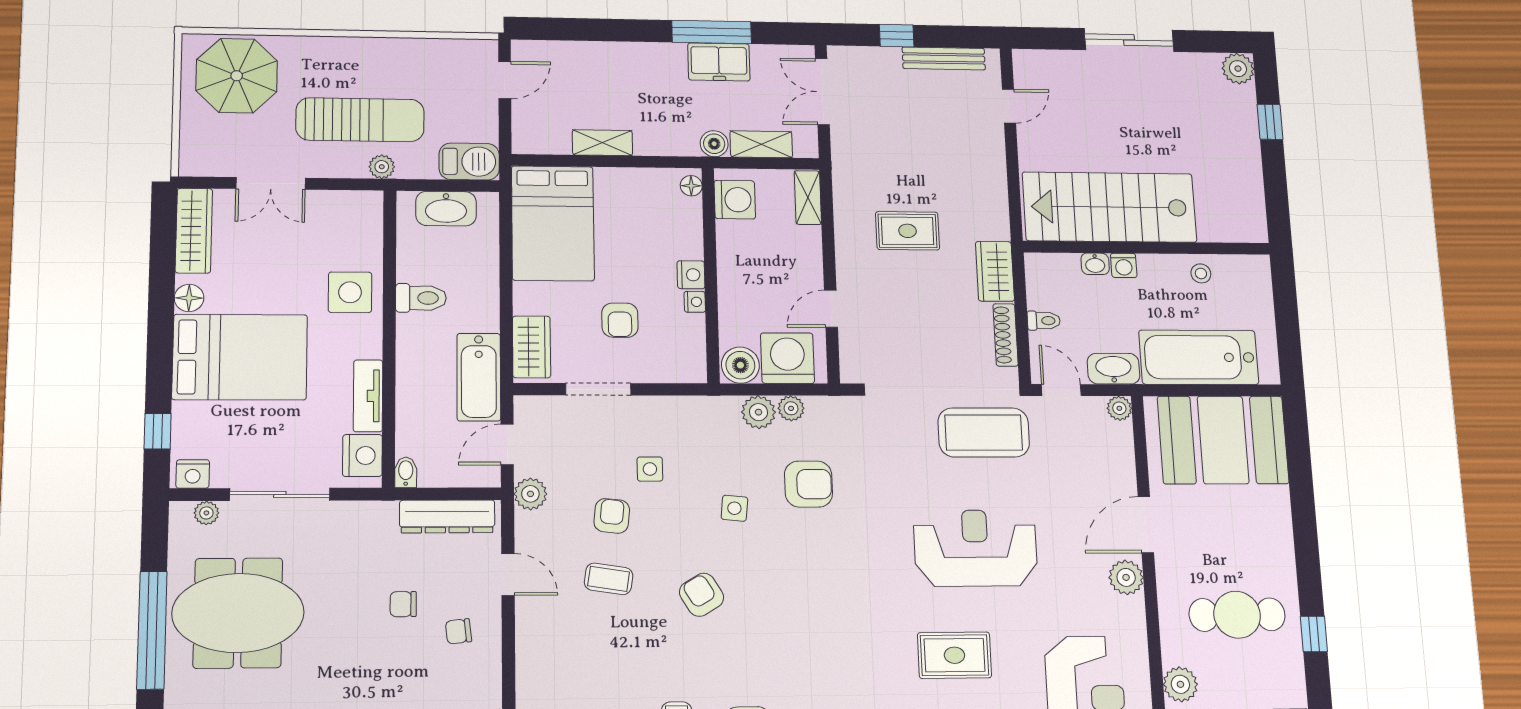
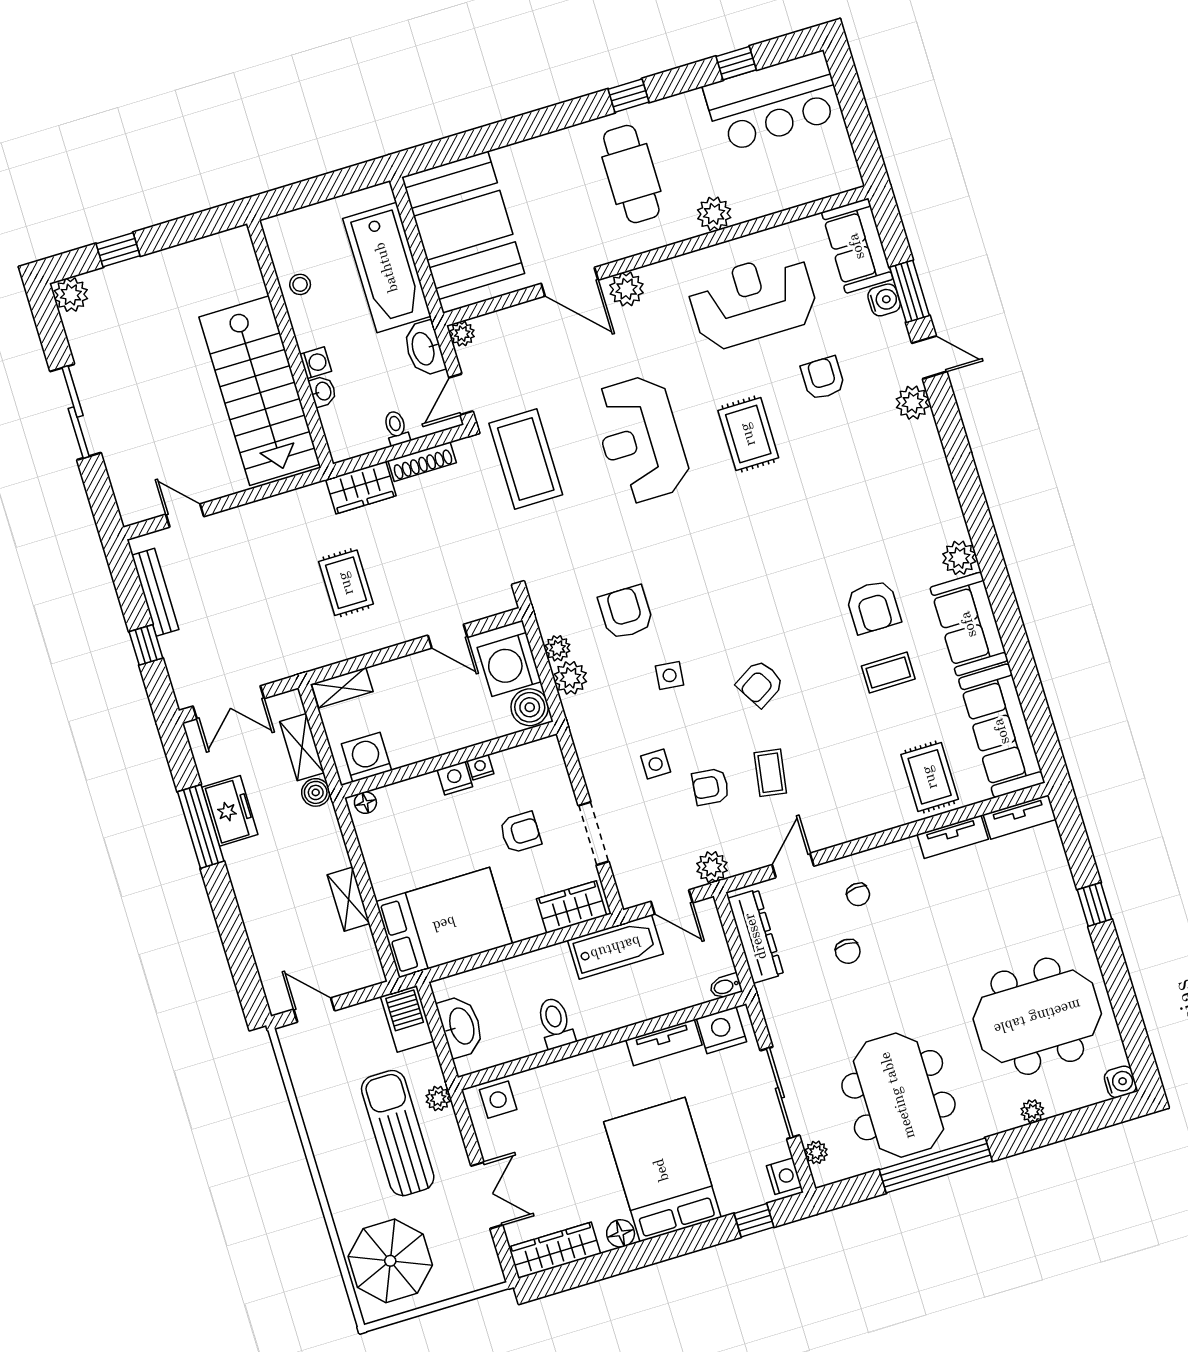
side table: (350, 292) -> (498, 1100), moved, width x0.73, depth x0.73

